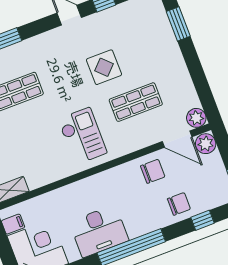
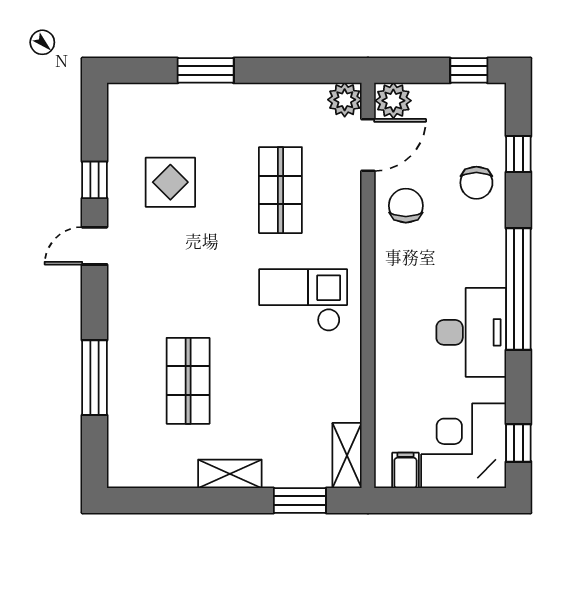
window: (178, 24) -> (206, 70), moved
display table: (104, 67) -> (170, 182), moved
chair: (179, 204) -> (476, 183), turned 180

